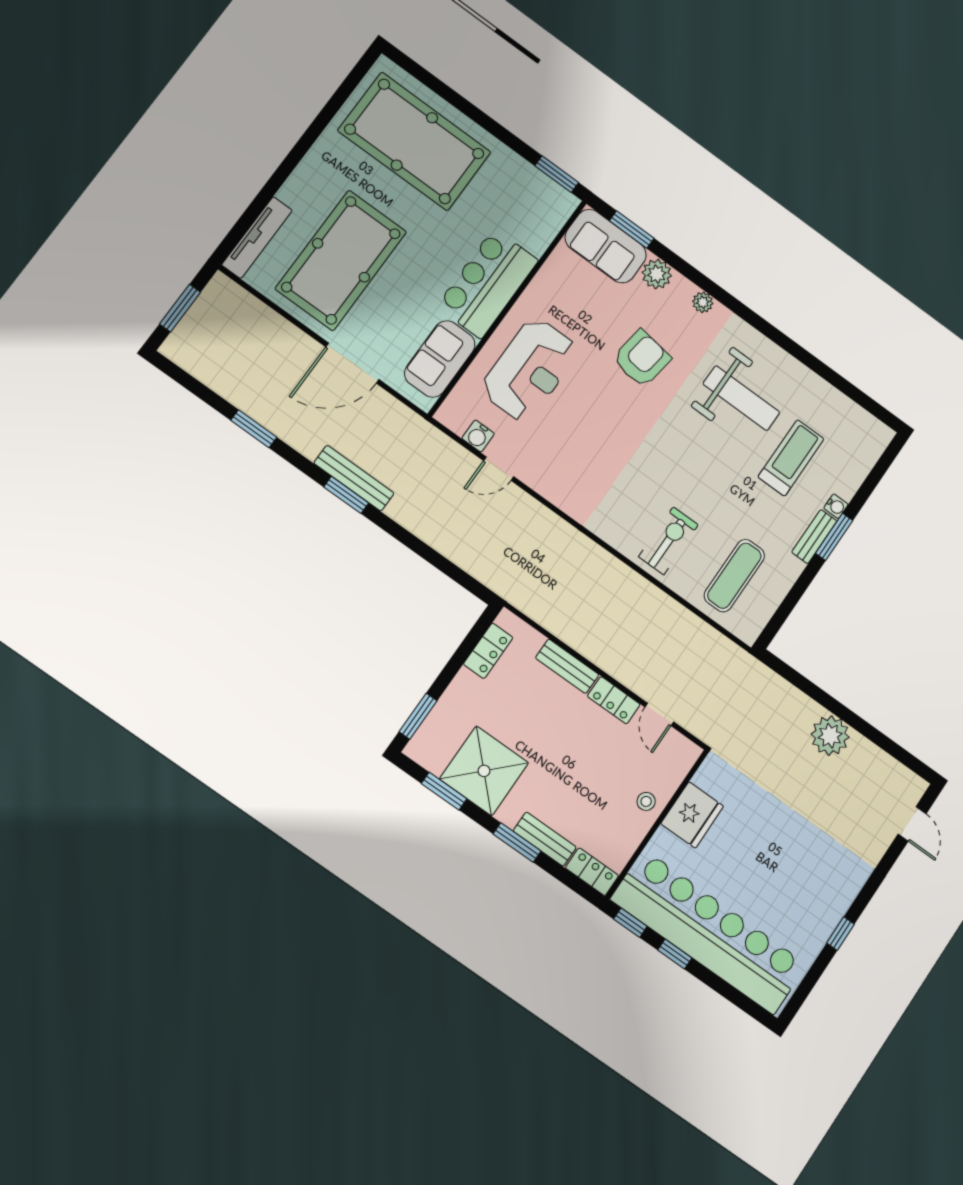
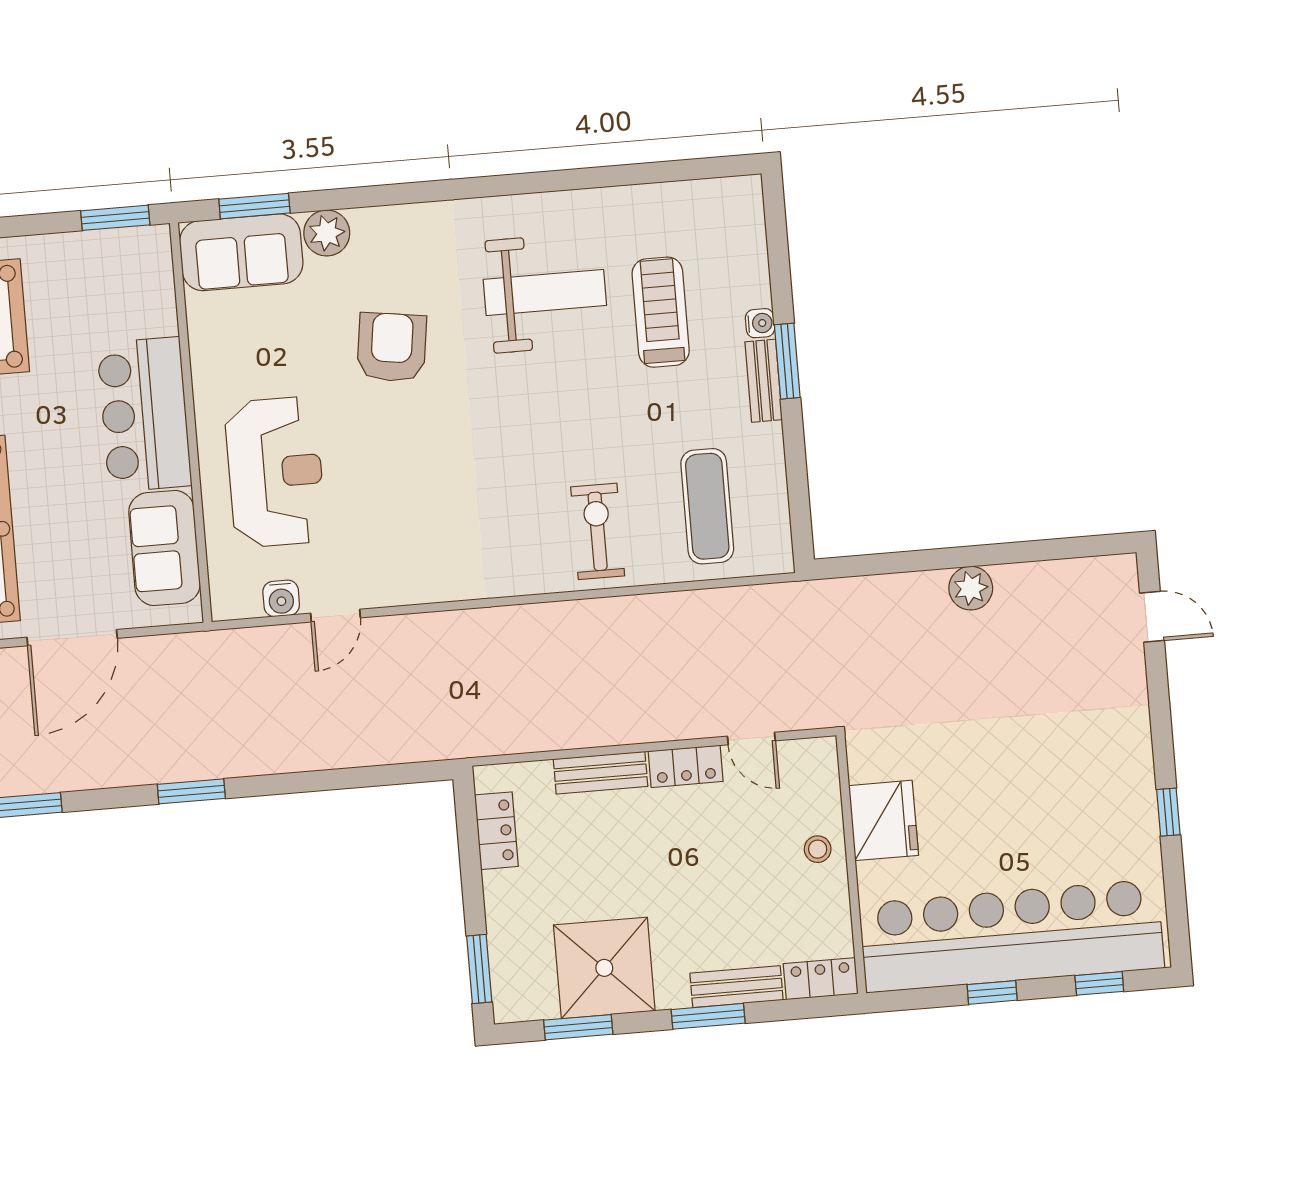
plant: (703, 302) -> (407, 219), removed
bench: (354, 478) -> (184, 765), removed
plant: (830, 736) -> (971, 588), width x0.73, depth x0.73
window: (630, 923) -> (1099, 983), moved

